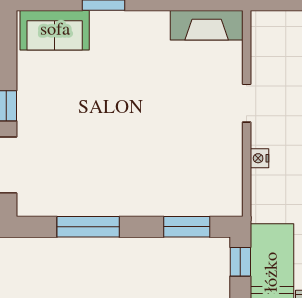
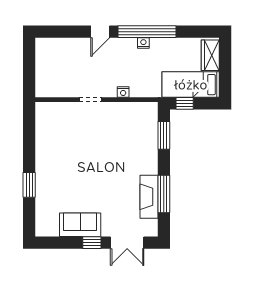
fireplace: (207, 25) -> (149, 197), moved, turned 180
sofa: (55, 30) -> (80, 225), moved, turned -90

